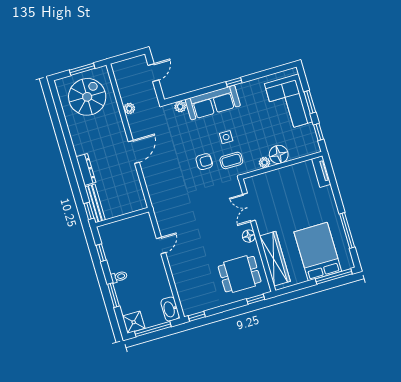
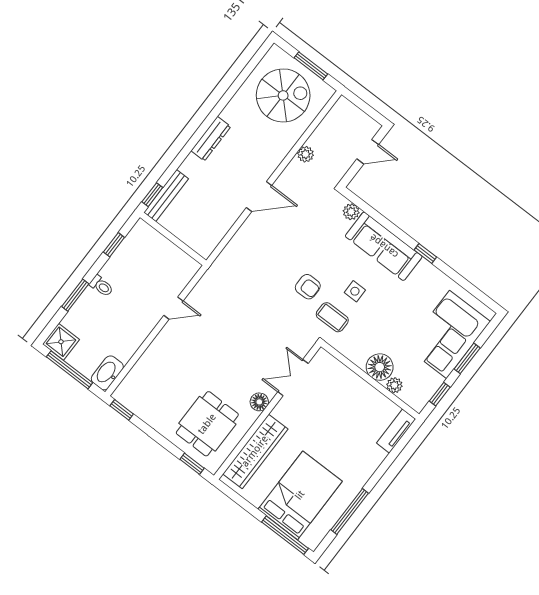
plant: (265, 162) -> (394, 385), moved
dresser: (86, 170) -> (211, 139), moved
dining table: (240, 274) -> (207, 424), turned 90

